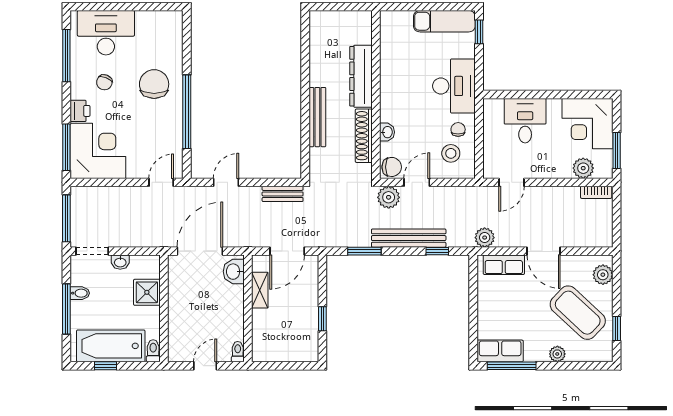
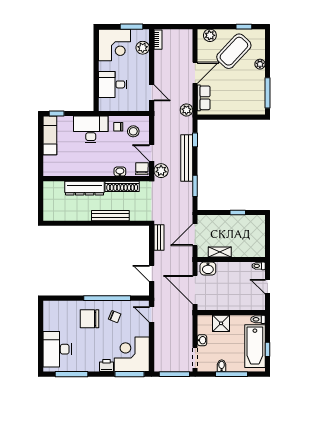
chair: (104, 82) -> (115, 317), moved
door: (287, 251) -> (195, 235), swing flipped
row of seats: (500, 351) -> (258, 100), removed

